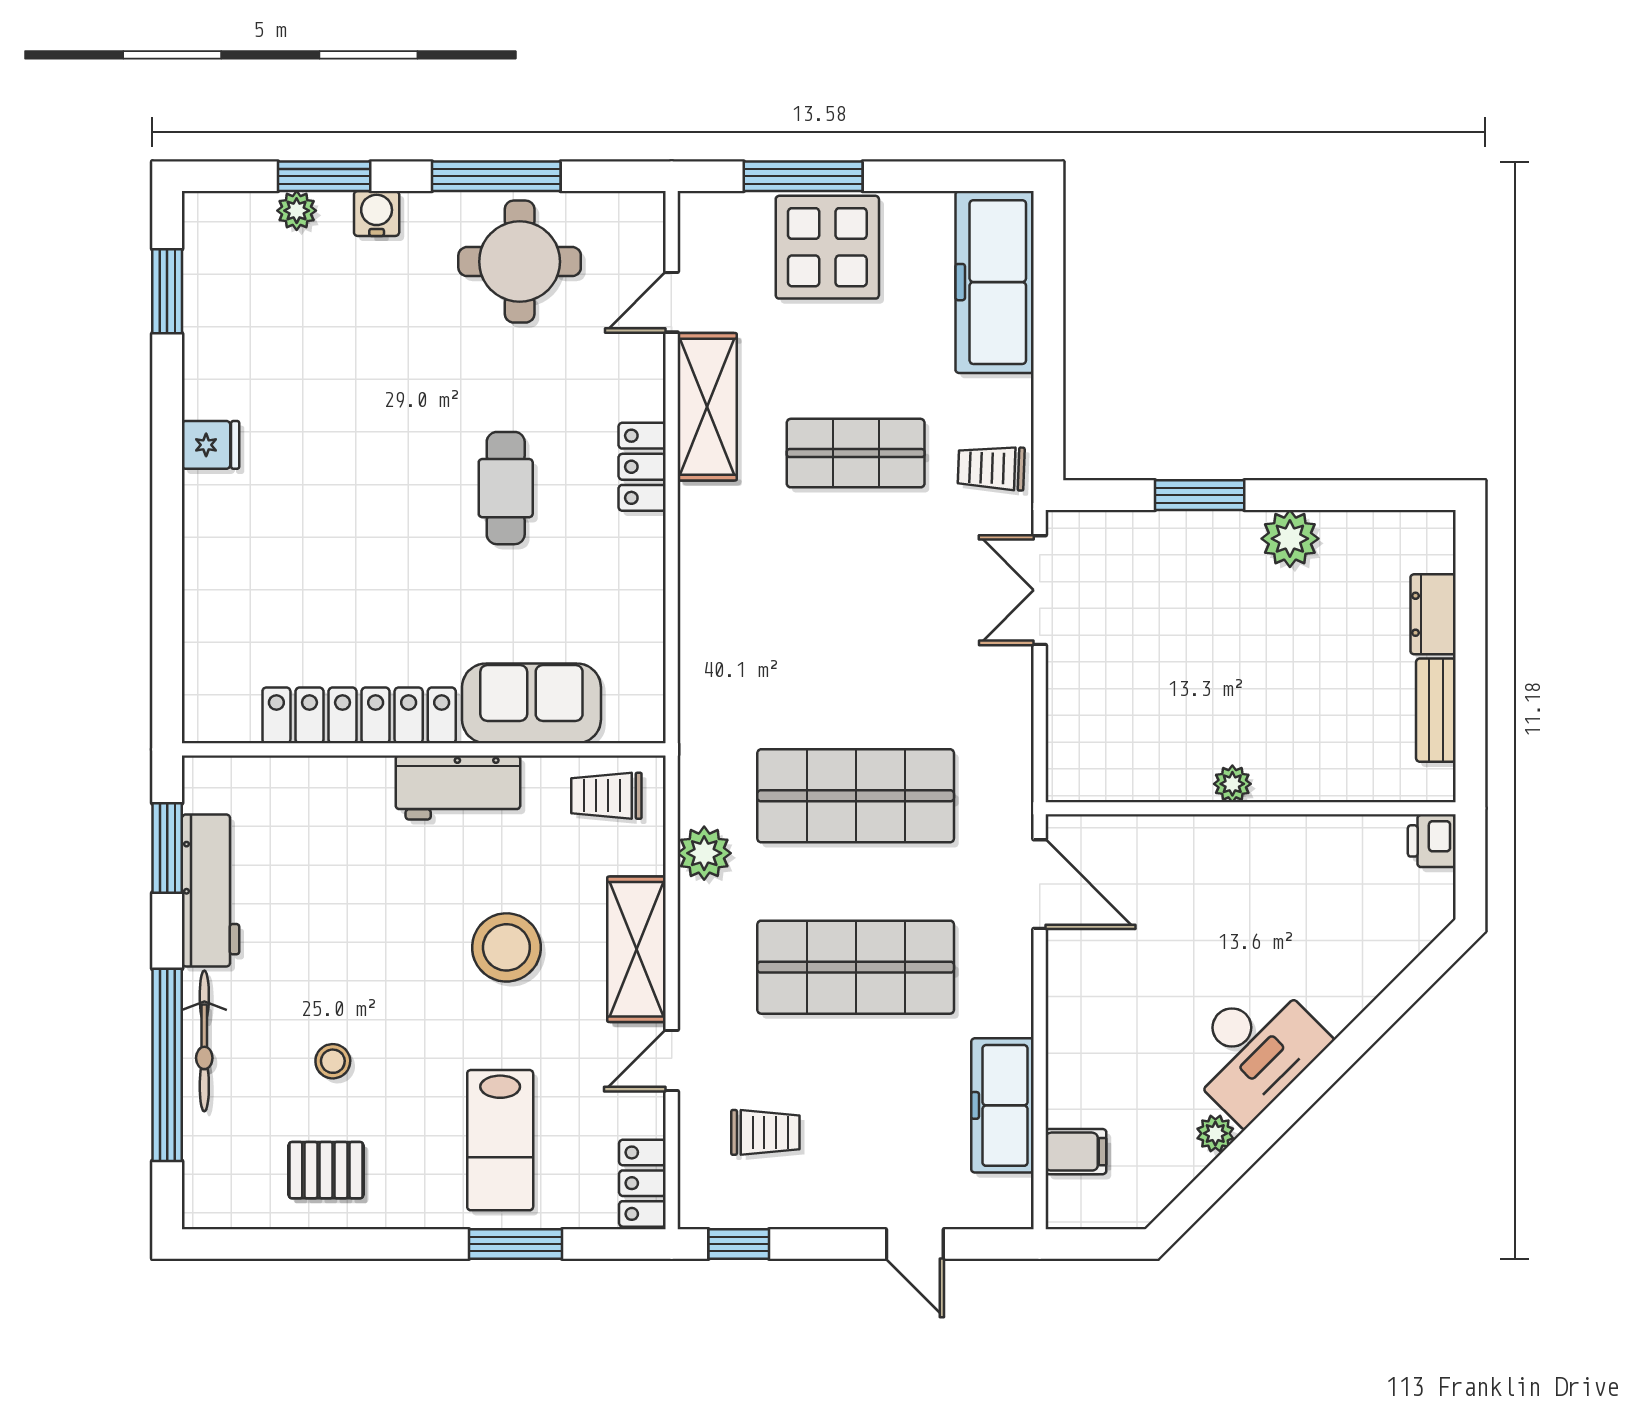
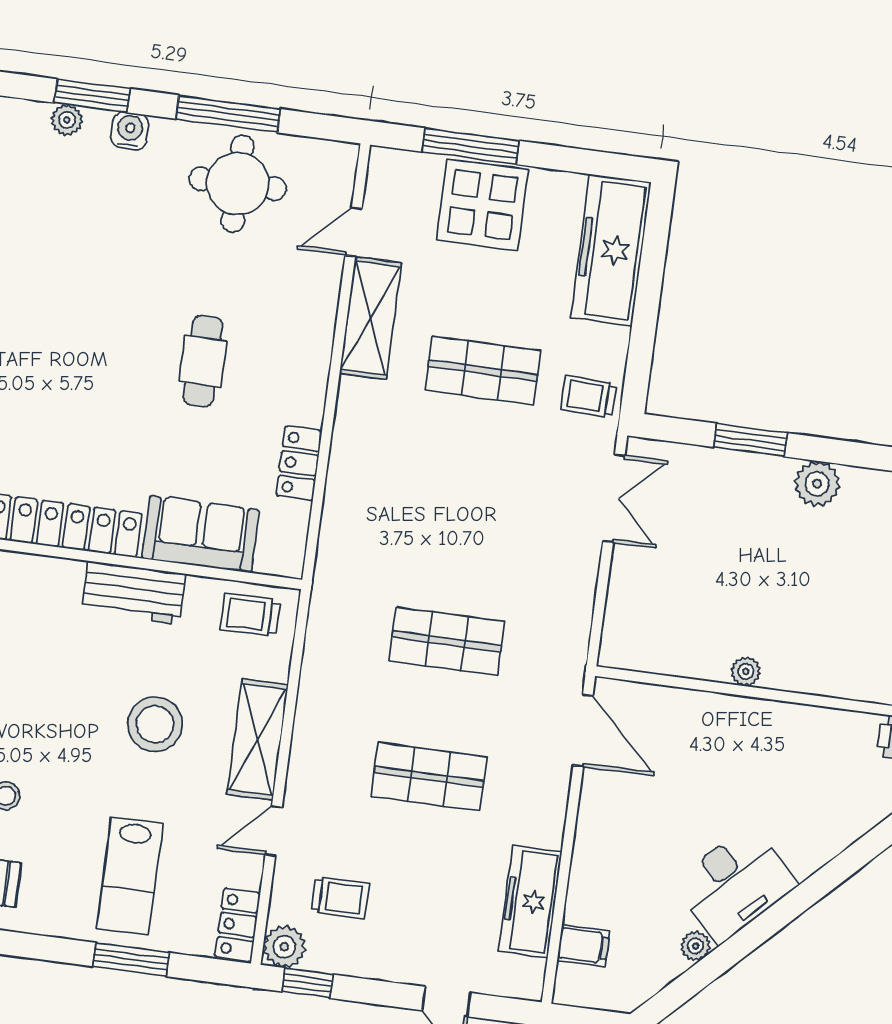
locker: (642, 467) -> (299, 463), moved
double door: (1040, 590) -> (614, 498), swing flipped
shop shelf: (856, 796) -> (447, 641), width x0.70, depth x0.74
plant: (704, 853) -> (284, 947), moved
shop shelf: (856, 967) -> (429, 777), width x0.70, depth x0.74

